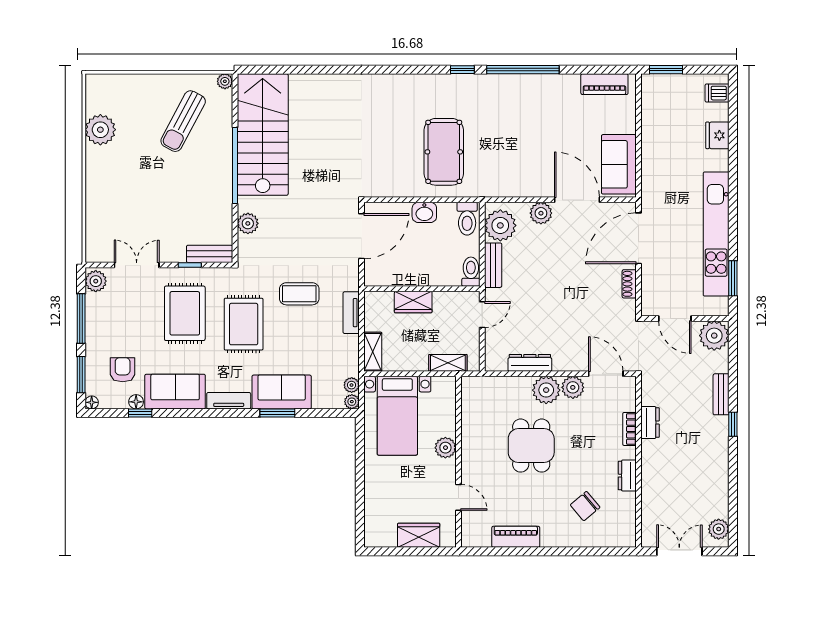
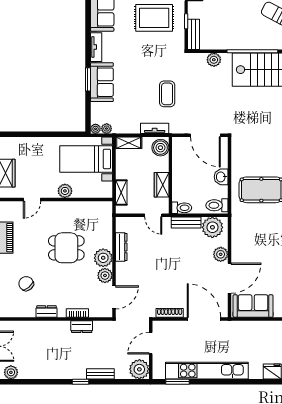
shoe rack: (629, 284) -> (170, 313), width x1.43
wardrobe: (413, 302) -> (162, 185), moved
boiler: (380, 304) -> (160, 148), added
rug: (244, 324) -> (147, 57), removed

